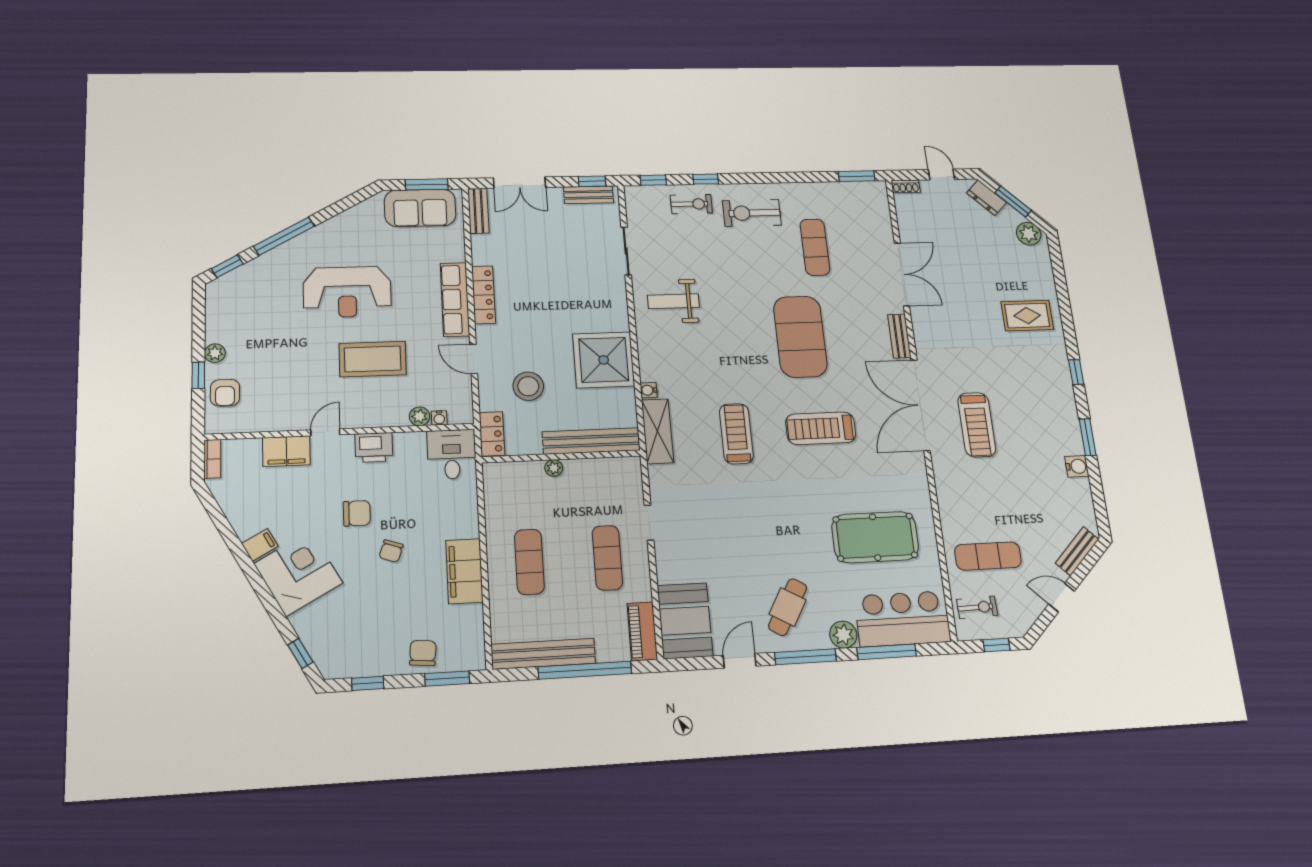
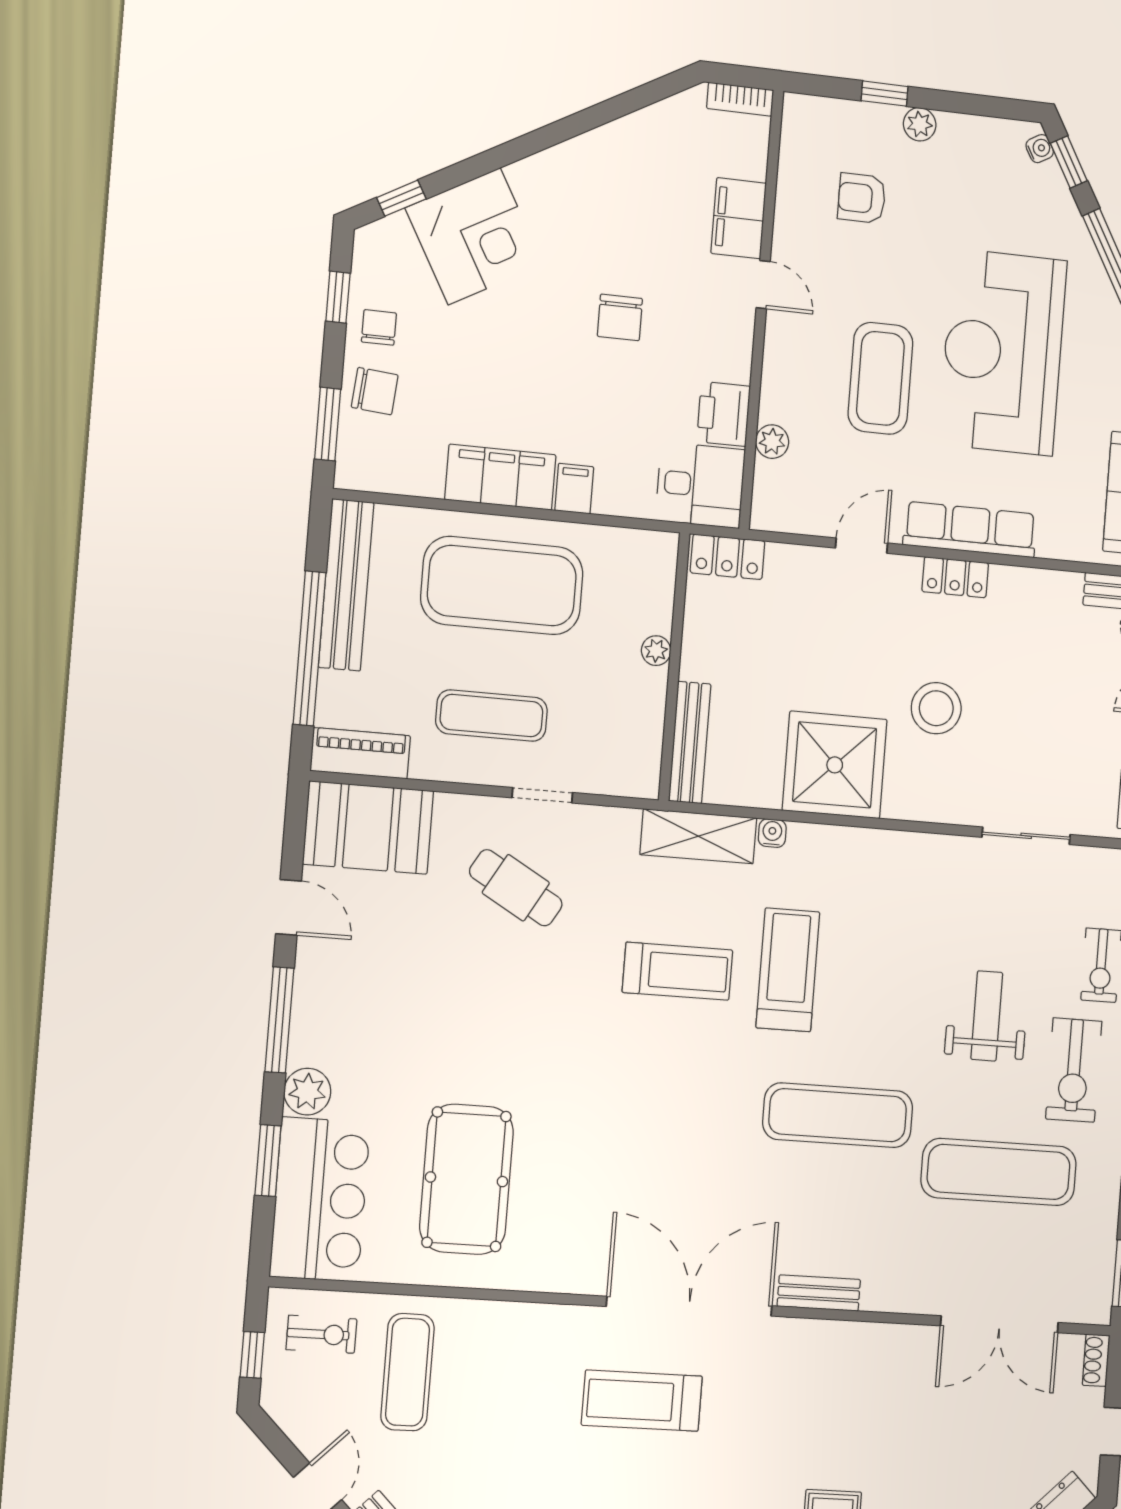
exercise bike: (752, 213) -> (1074, 1070), turned 180
exercise mat: (815, 247) -> (999, 1172), width x1.36, depth x1.45
double door: (902, 274) -> (1000, 1324), moved
reception desk: (347, 292) -> (1003, 352), width x1.36, depth x1.30
locker: (484, 295) -> (955, 577), width x0.66
weight bench: (673, 301) -> (987, 1016), moved
exercise mat: (800, 337) -> (838, 1115), width x0.68
stool: (528, 386) -> (936, 708), moved
armchair: (225, 393) -> (862, 198), moved
water cooler: (439, 418) -> (1040, 149), moved, turned 151
treadmill: (821, 428) -> (788, 970), moved
bench: (591, 441) -> (690, 742), width x0.73, depth x0.82
printer: (374, 447) -> (724, 414), moved
filing cabinet: (260, 545) -> (574, 489), moved, turned -151
chair: (391, 551) -> (379, 327), moved, turned 71
exercise mat: (529, 562) -> (502, 586), width x2.00, depth x1.45
corner desk: (298, 573) -> (474, 236), moved
cafe table: (788, 607) -> (516, 888), moved
exercise bike: (977, 607) -> (321, 1334), turned -88
window: (887, 652) -> (268, 1161), width x0.69

